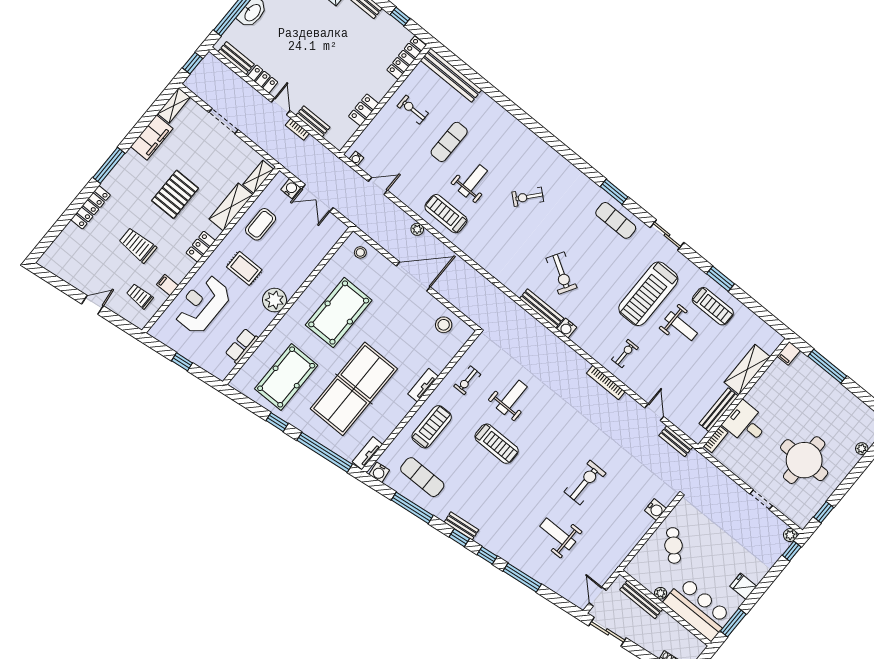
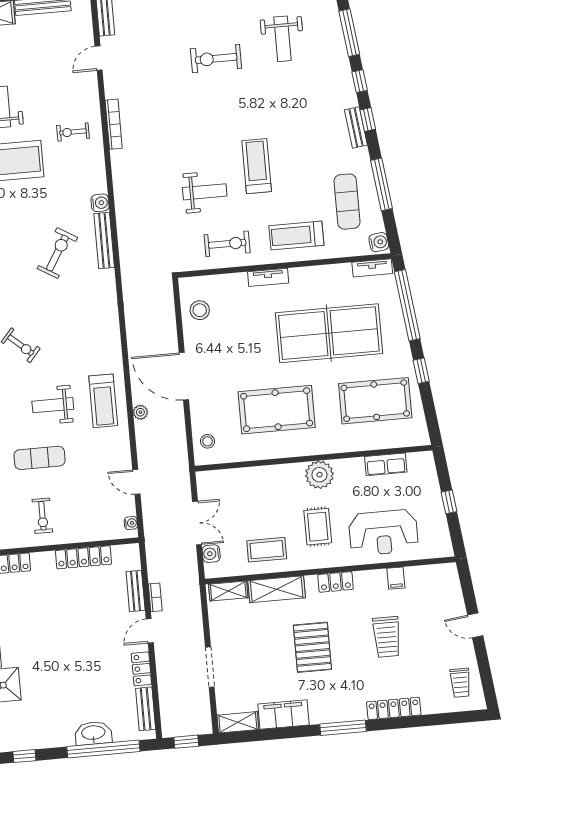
locker: (364, 110) -> (84, 557), width x1.53
pallet: (175, 194) -> (312, 647), turned 90
trolley: (140, 296) -> (460, 683), moved
exercise bike: (467, 380) -> (227, 244), width x1.38, depth x1.39
weight bench: (512, 397) -> (205, 192), turned 180

